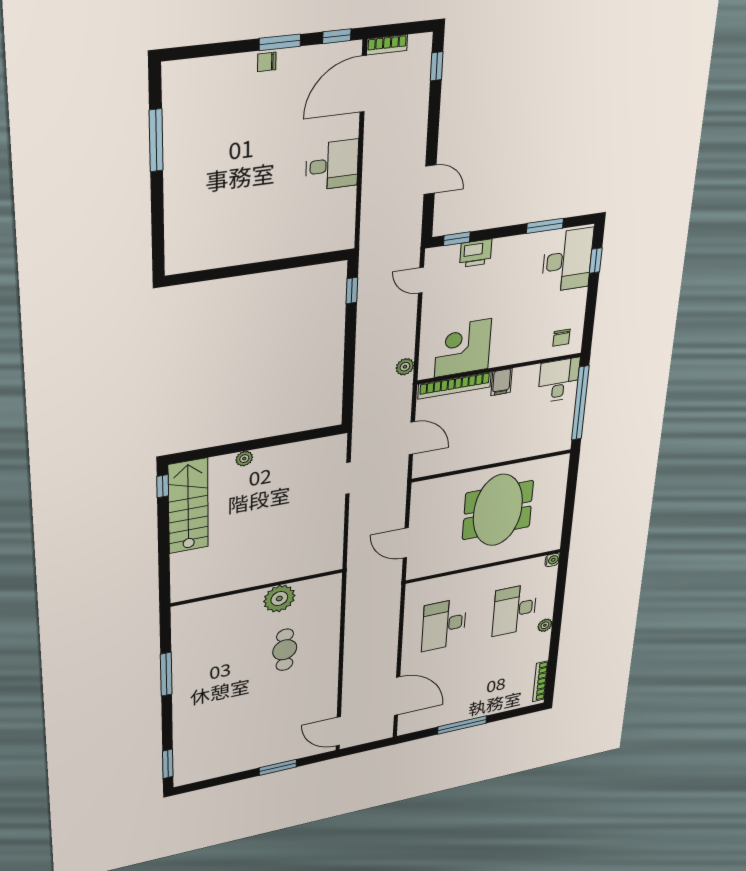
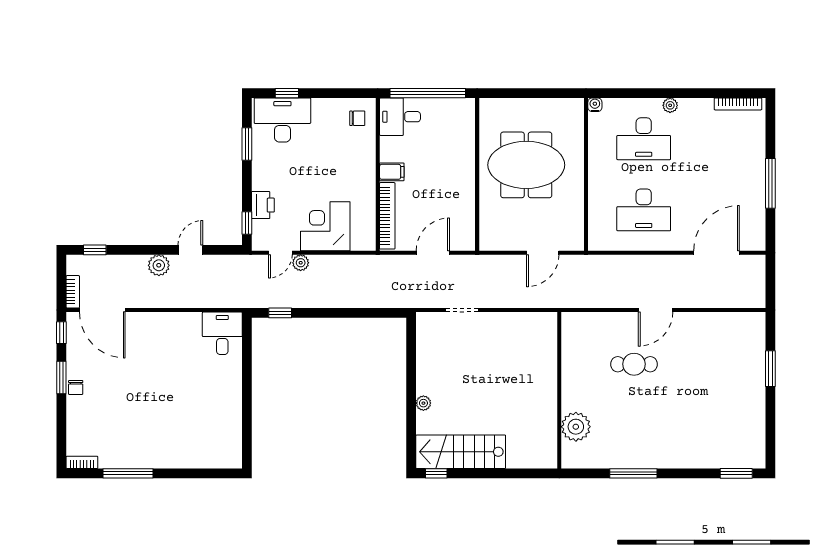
bookcase: (170, 81) -> (82, 462), added
plant: (414, 145) -> (159, 265), added
desk: (332, 165) -> (222, 333), moved
corner desk: (463, 348) -> (325, 226), moved, turned 90
plant: (405, 367) -> (301, 263), moved
plant: (279, 599) -> (576, 427), moved
door: (338, 731) -> (656, 310), moved

